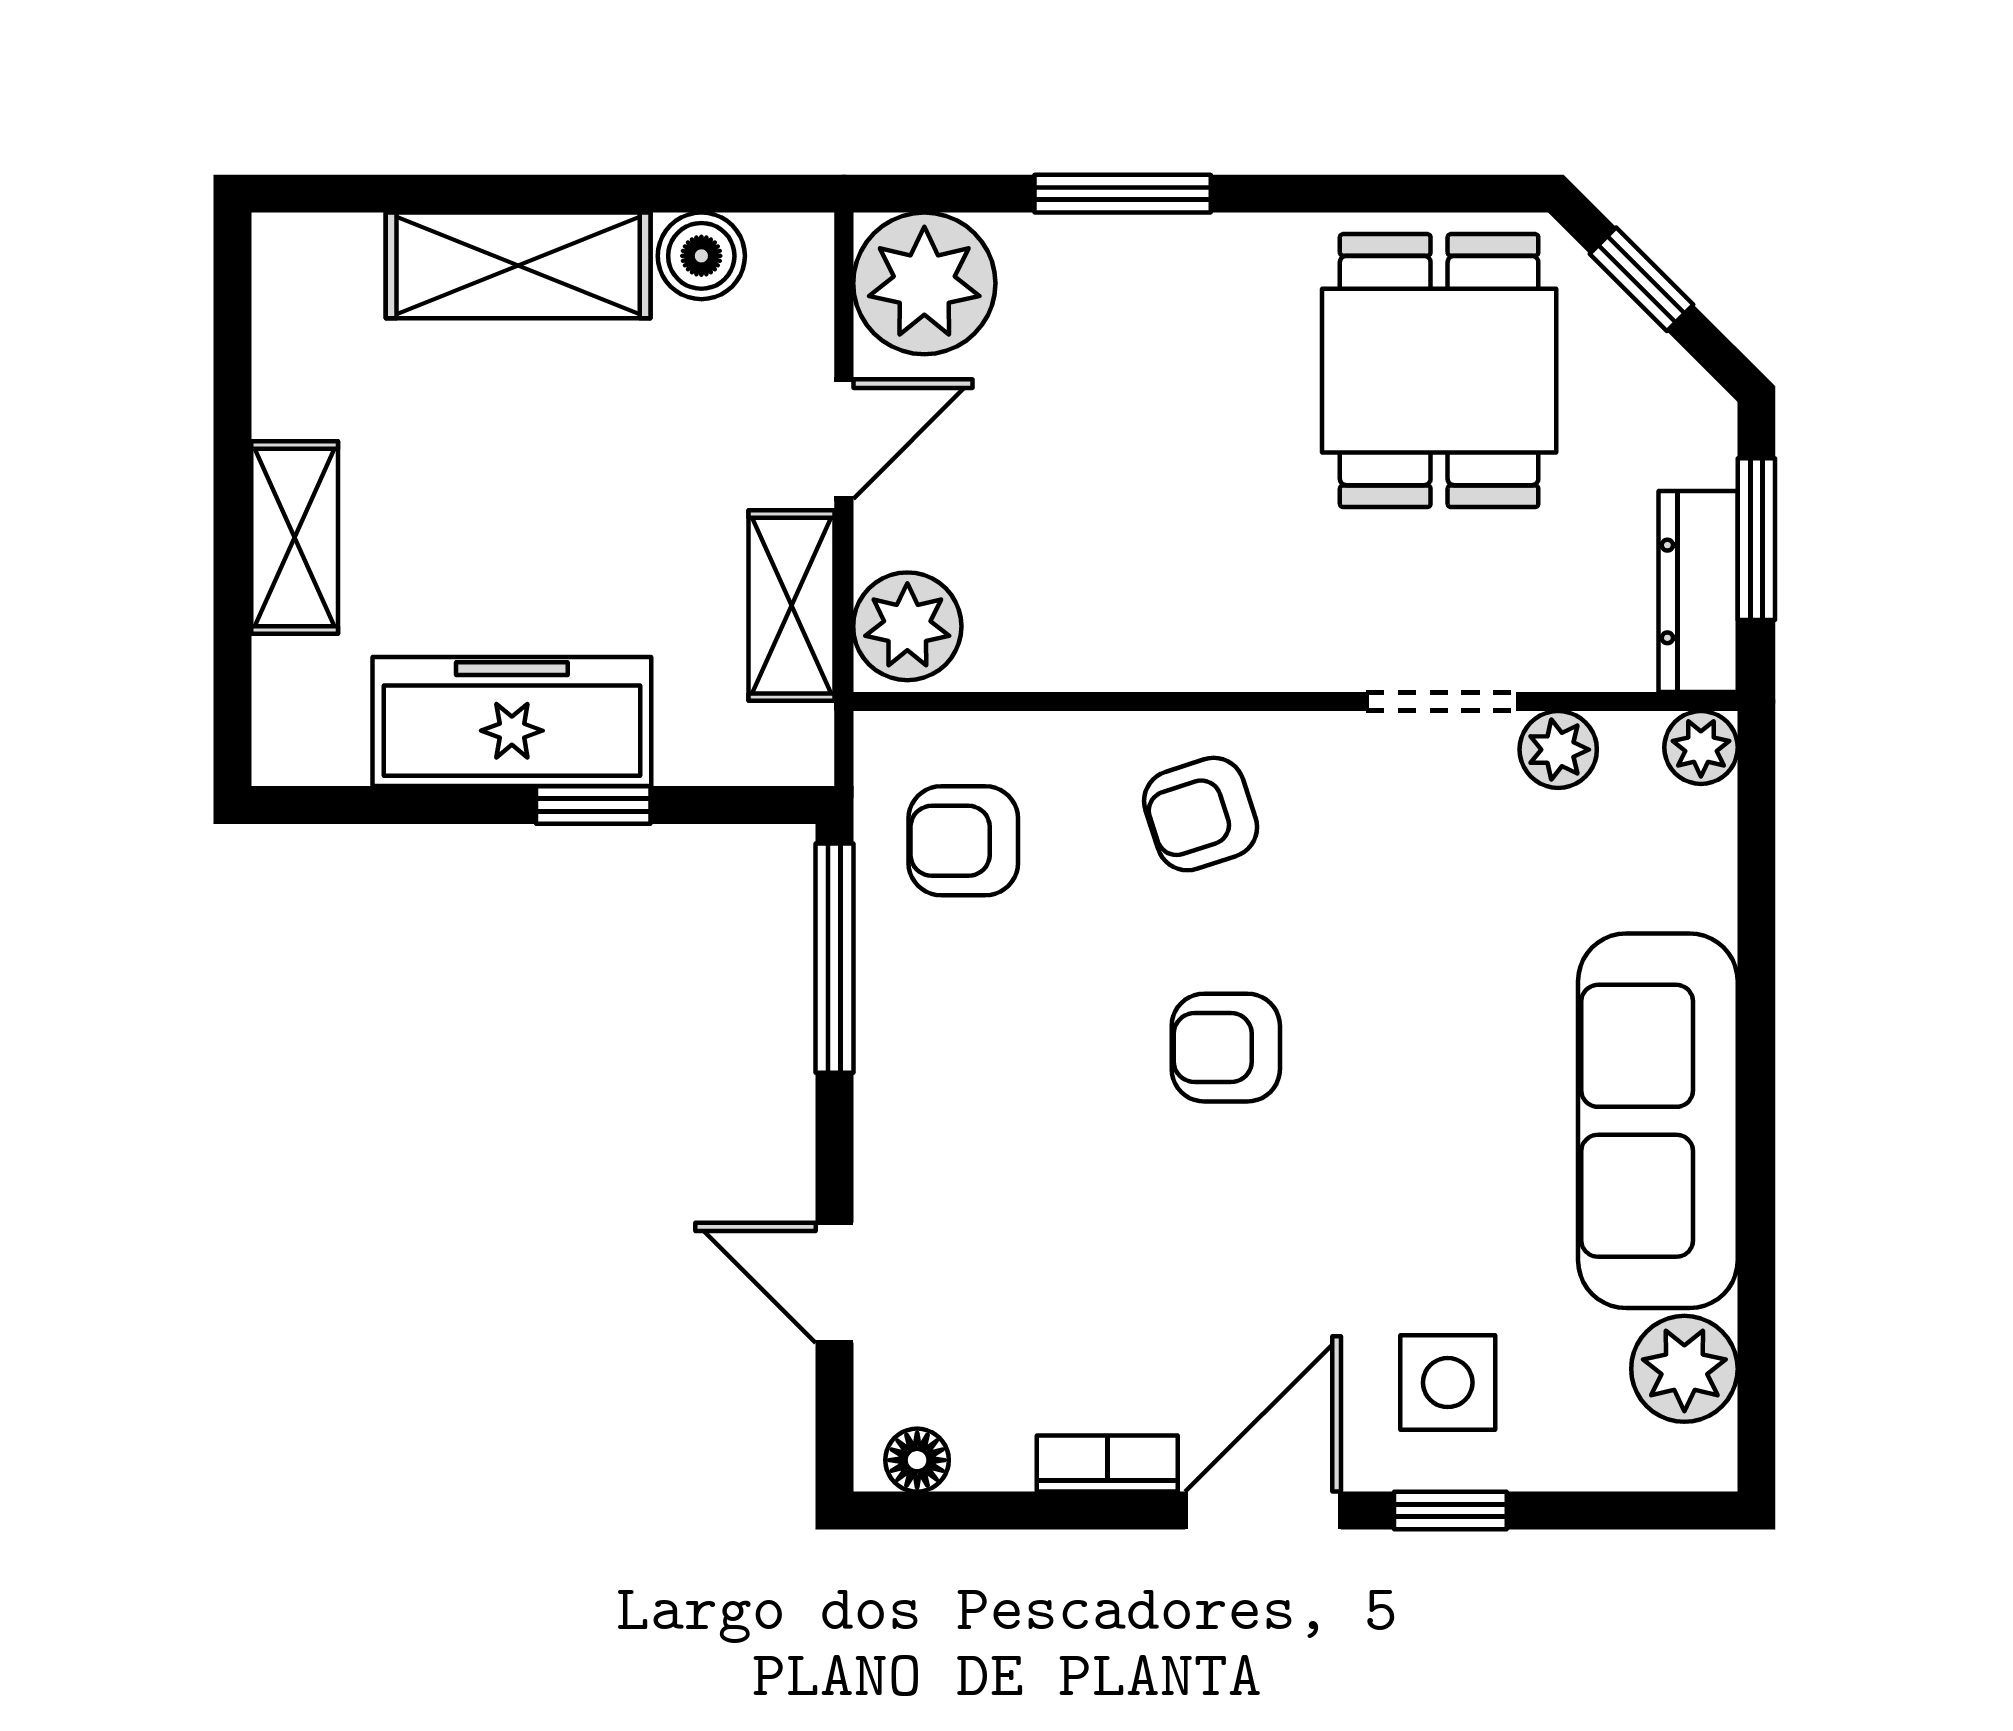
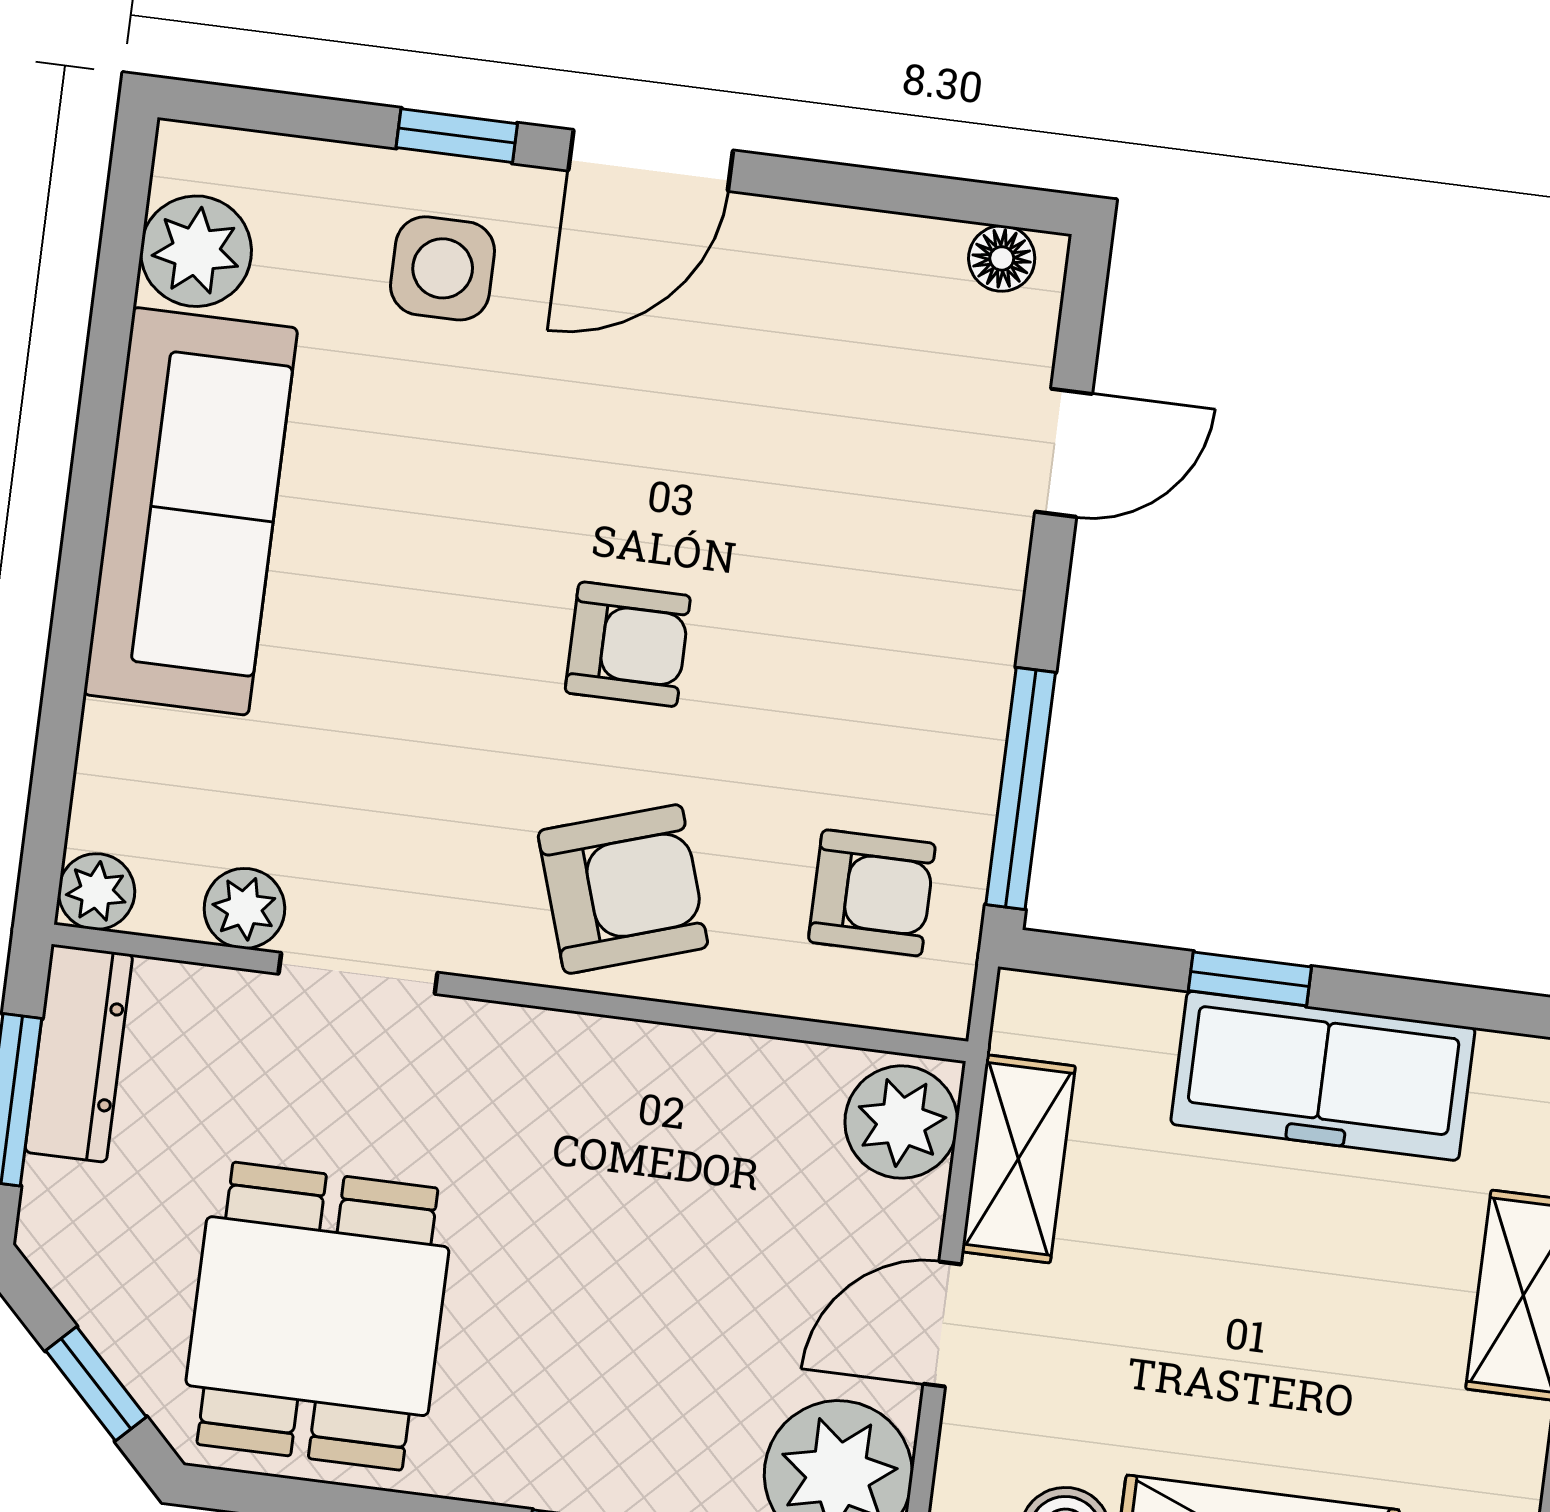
armchair: (1201, 814) -> (623, 889), width x1.38, depth x1.38
door: (834, 1283) -> (1064, 453), hinge flipped
bookcase: (1107, 1464) -> (805, 230), removed

